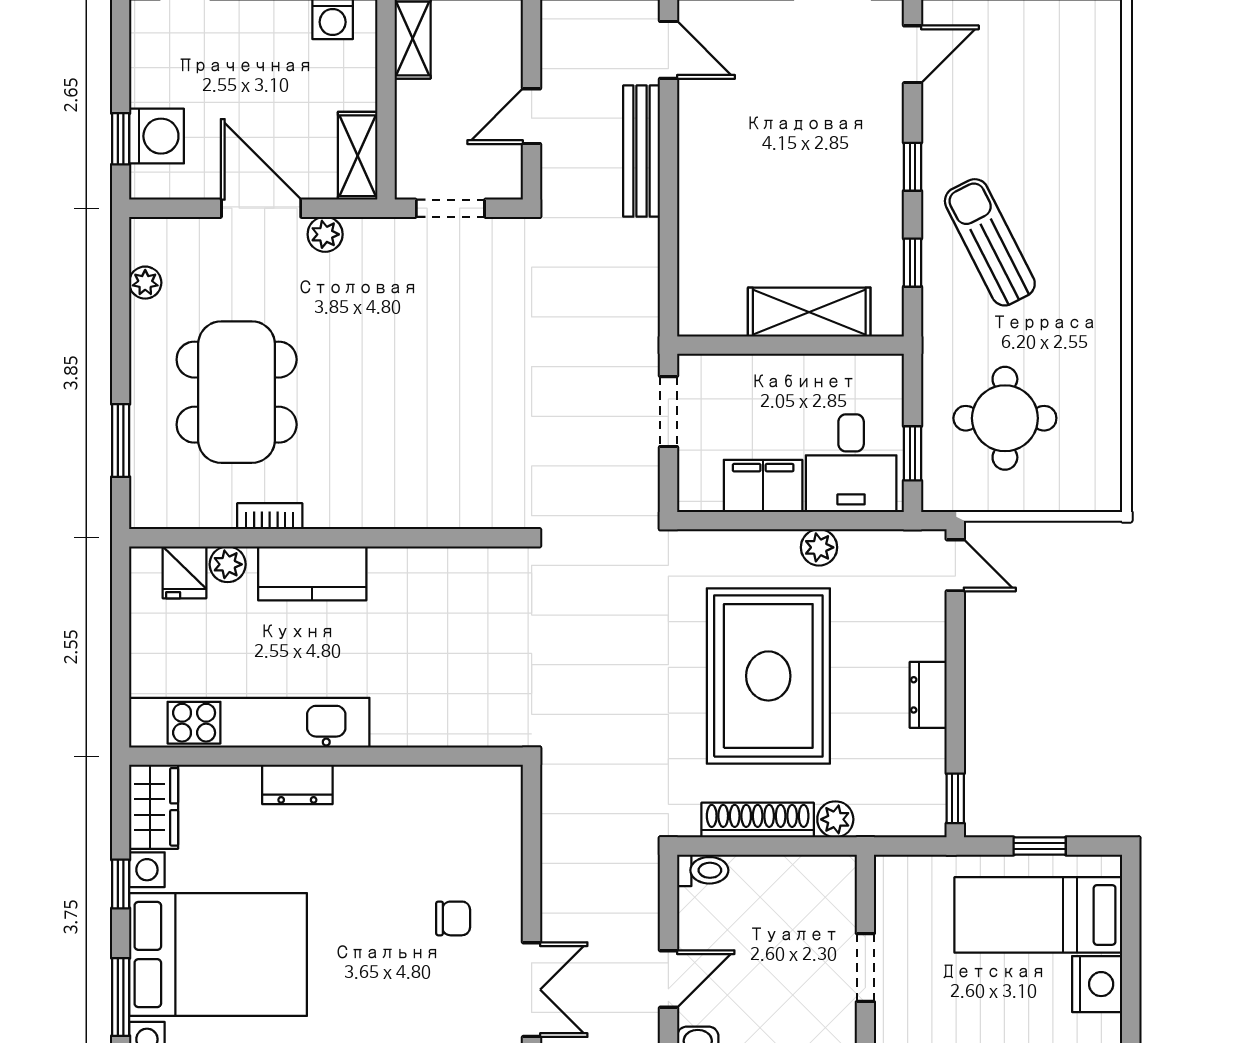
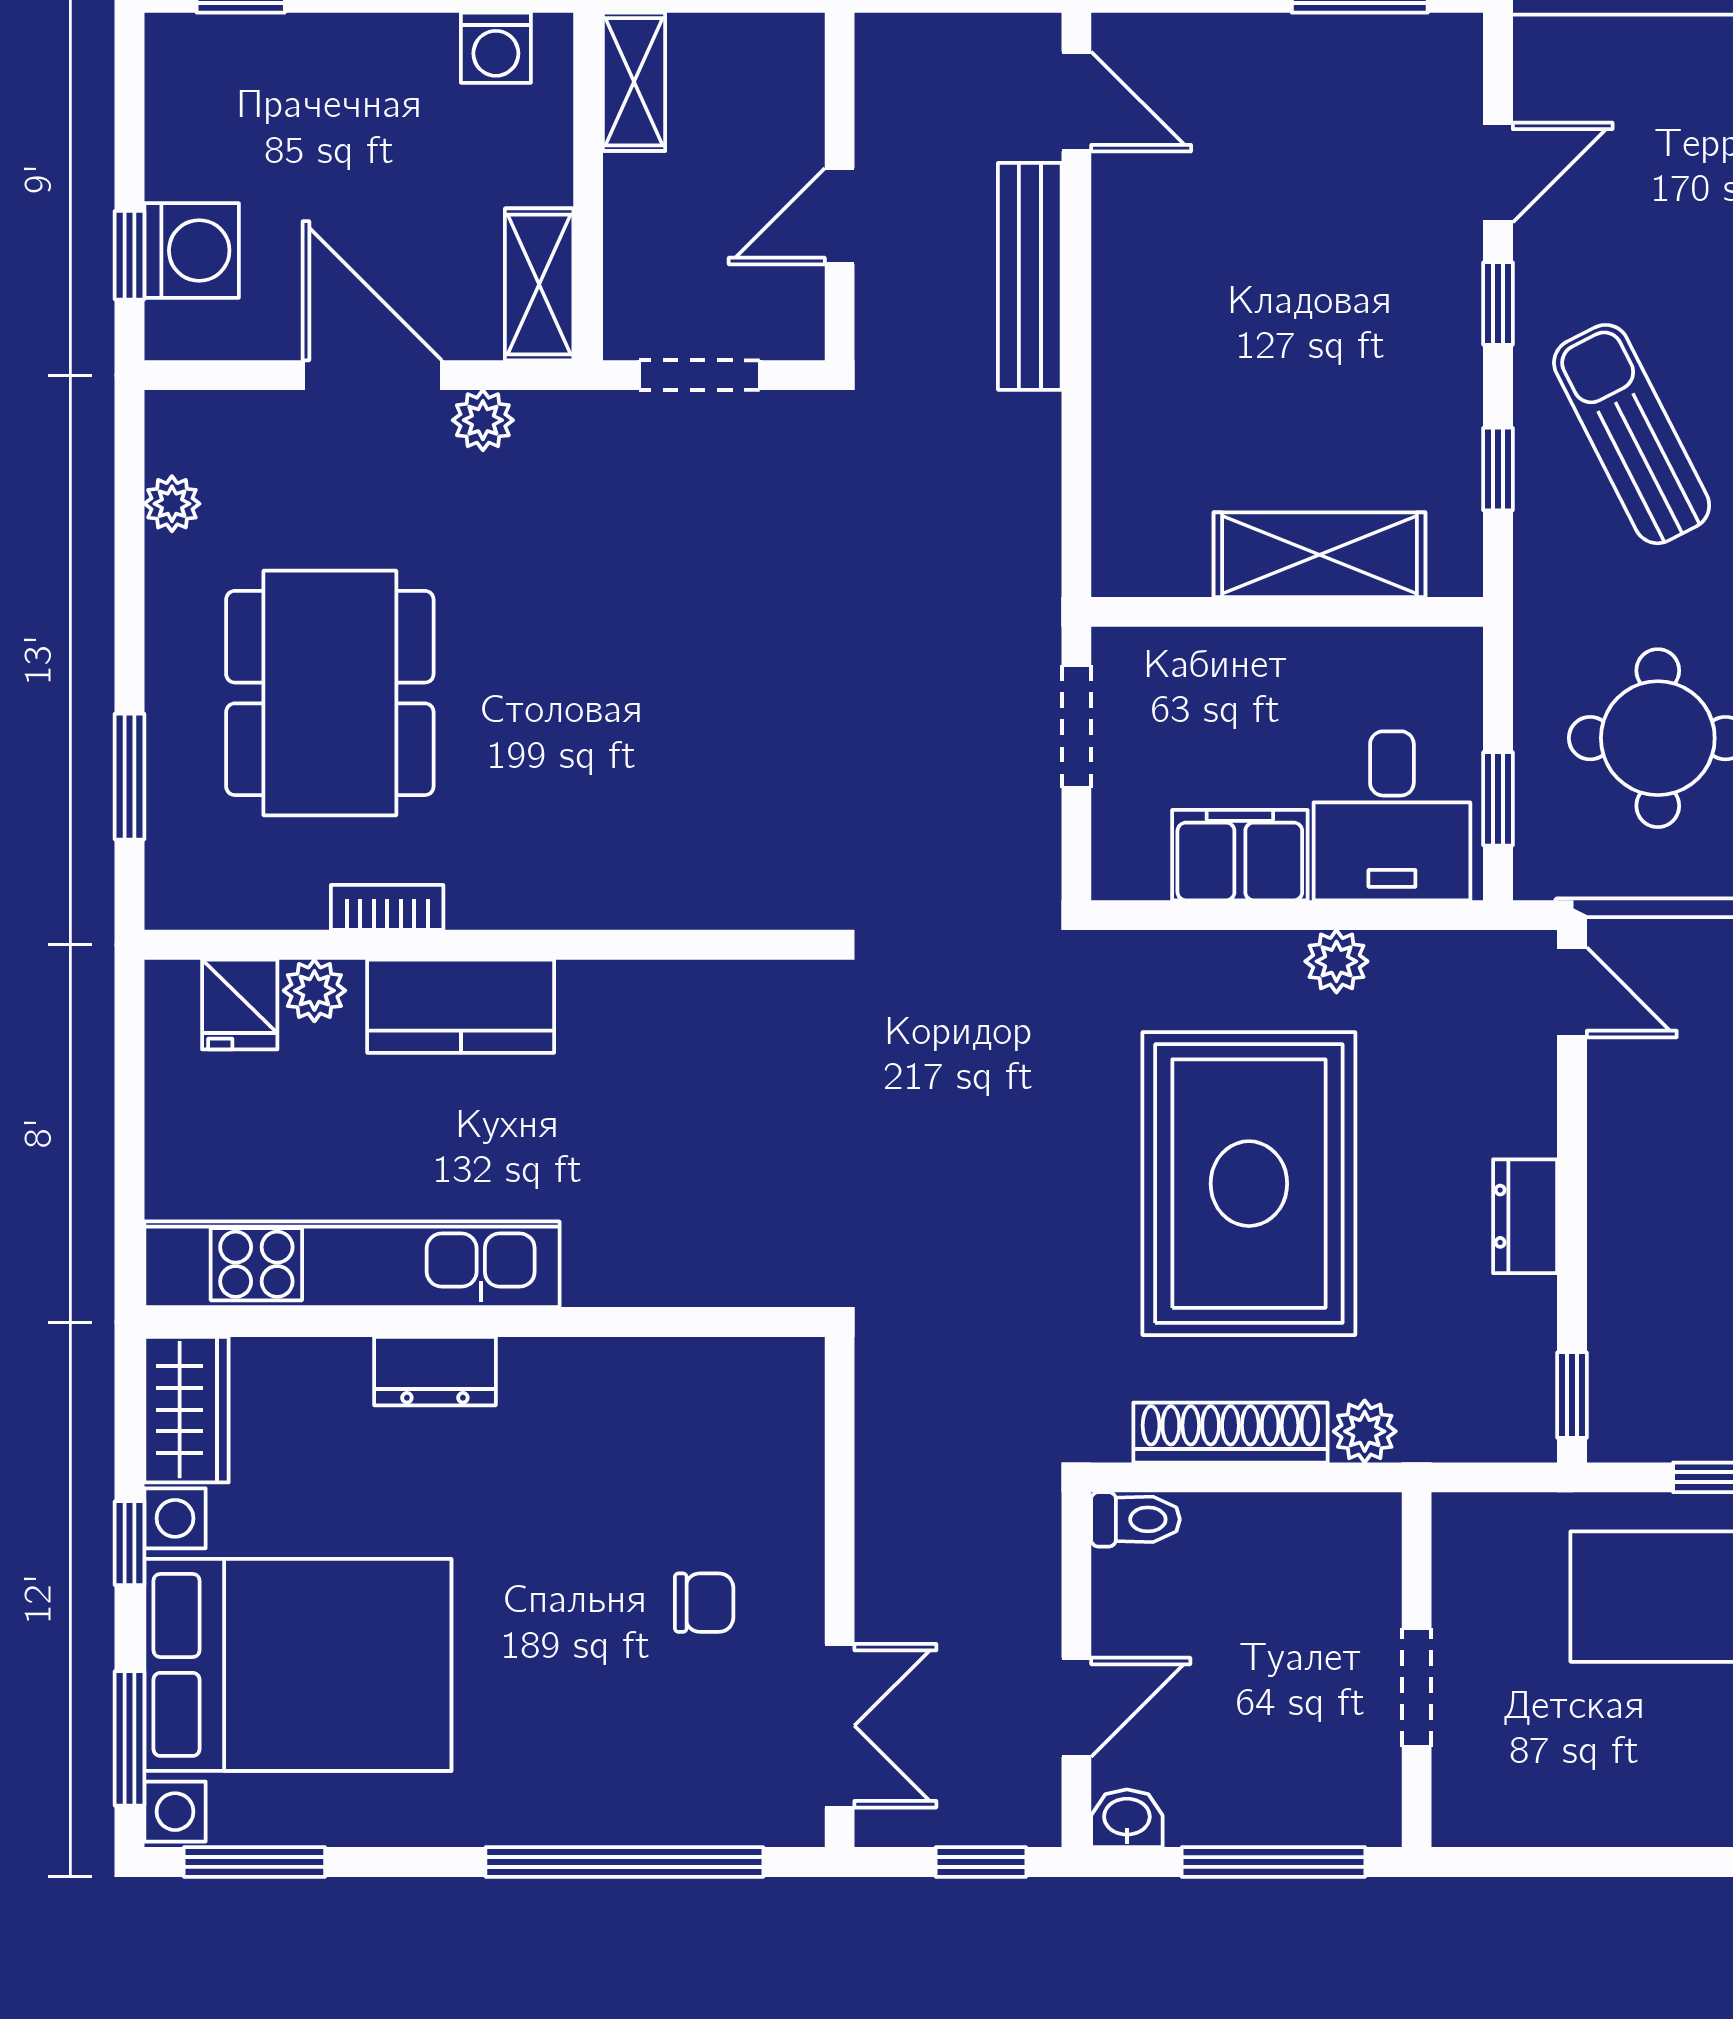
door: (912, 54) -> (1498, 172), moved

